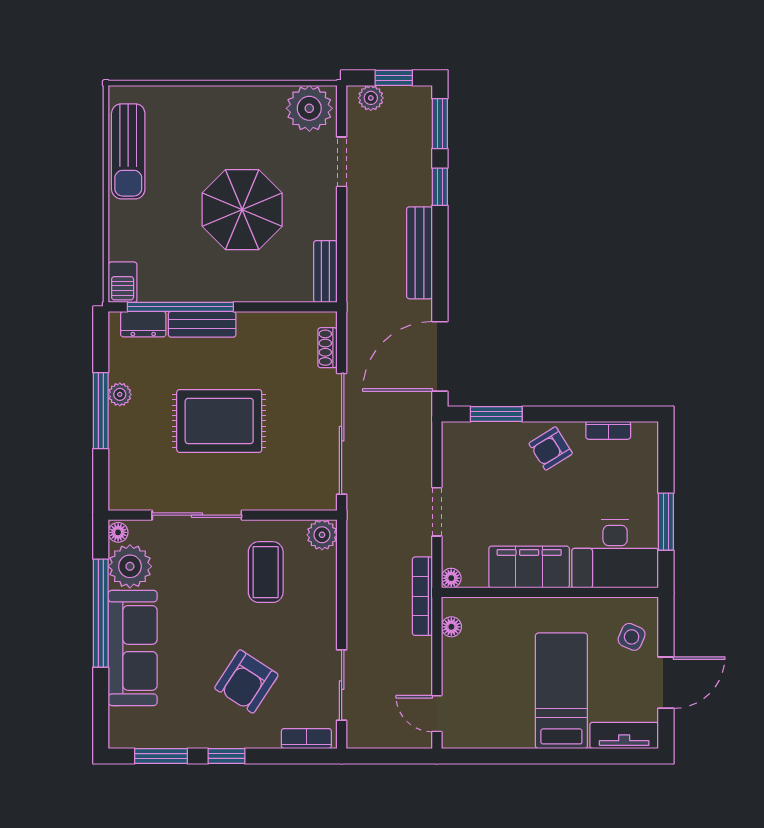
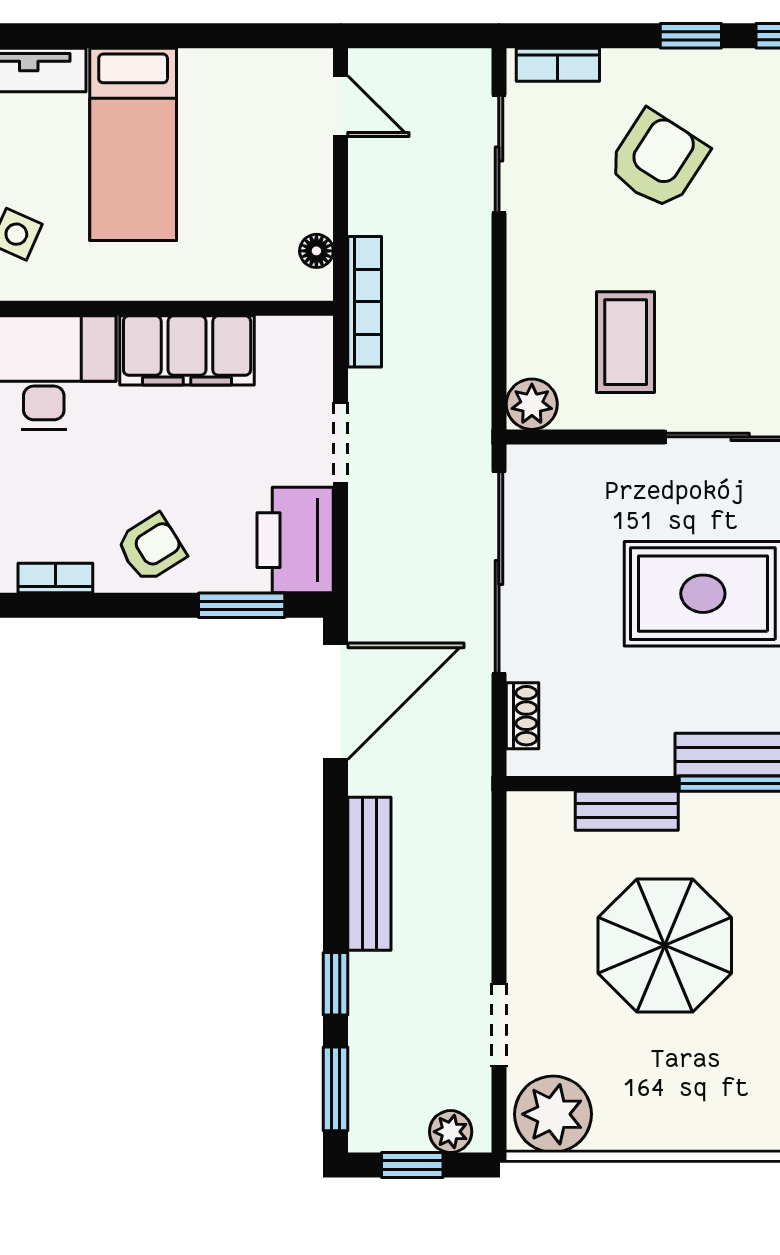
bench: (325, 272) -> (627, 811), moved, turned 90
printer: (464, 453) -> (295, 540), added
floor lamp: (451, 578) -> (317, 332), removed

